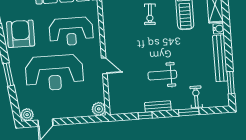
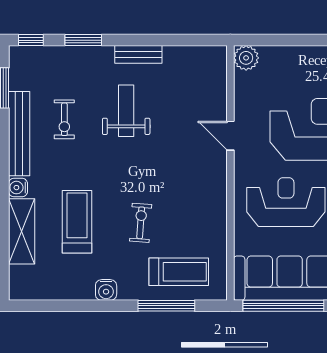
weight bench: (162, 75) -> (126, 111), turned -90
exercise bike: (196, 97) -> (64, 119), moved
window: (145, 115) -> (31, 40), moved

